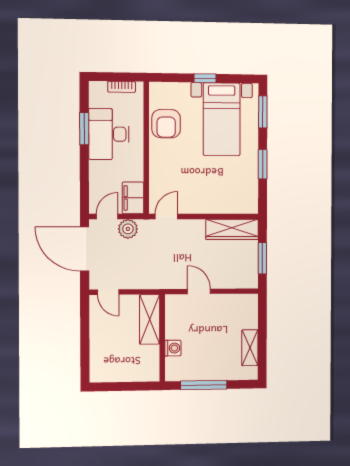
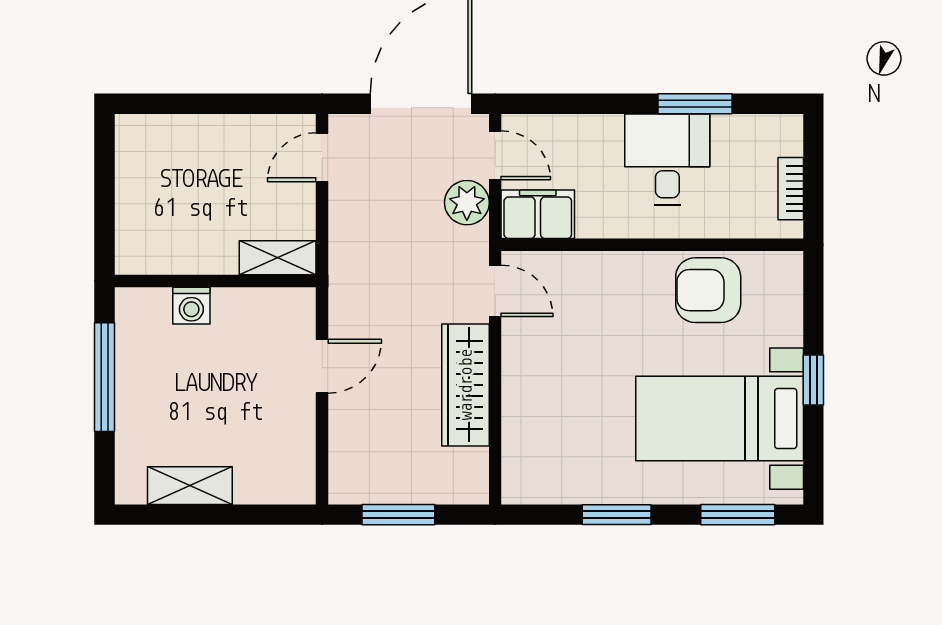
desk: (109, 134) -> (667, 160), width x0.73
wardrobe: (232, 229) -> (466, 385), moved
shelving: (150, 319) -> (278, 258), width x0.67, depth x0.75

